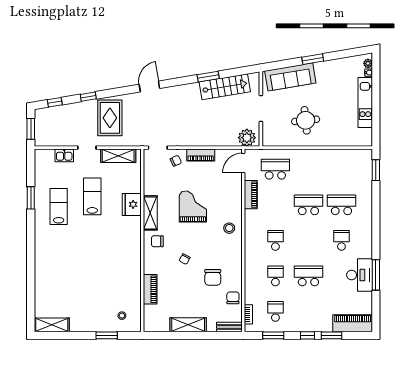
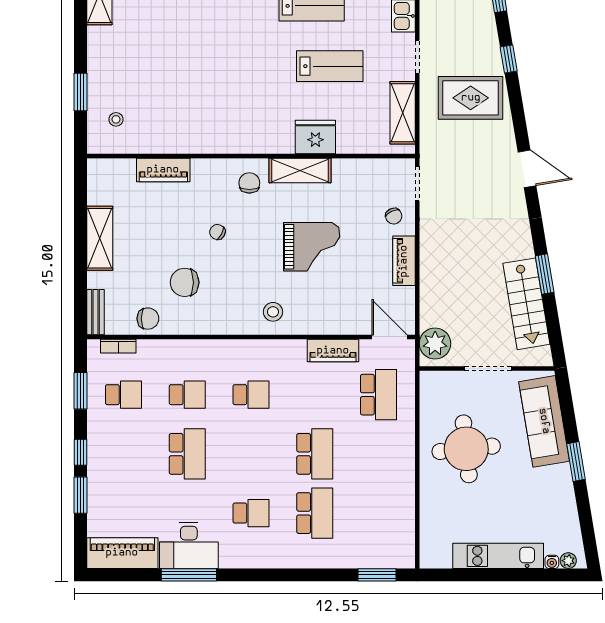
round table: (306, 120) -> (466, 449), width x1.36, depth x1.36
piano: (353, 323) -> (122, 553), moved, turned -90

